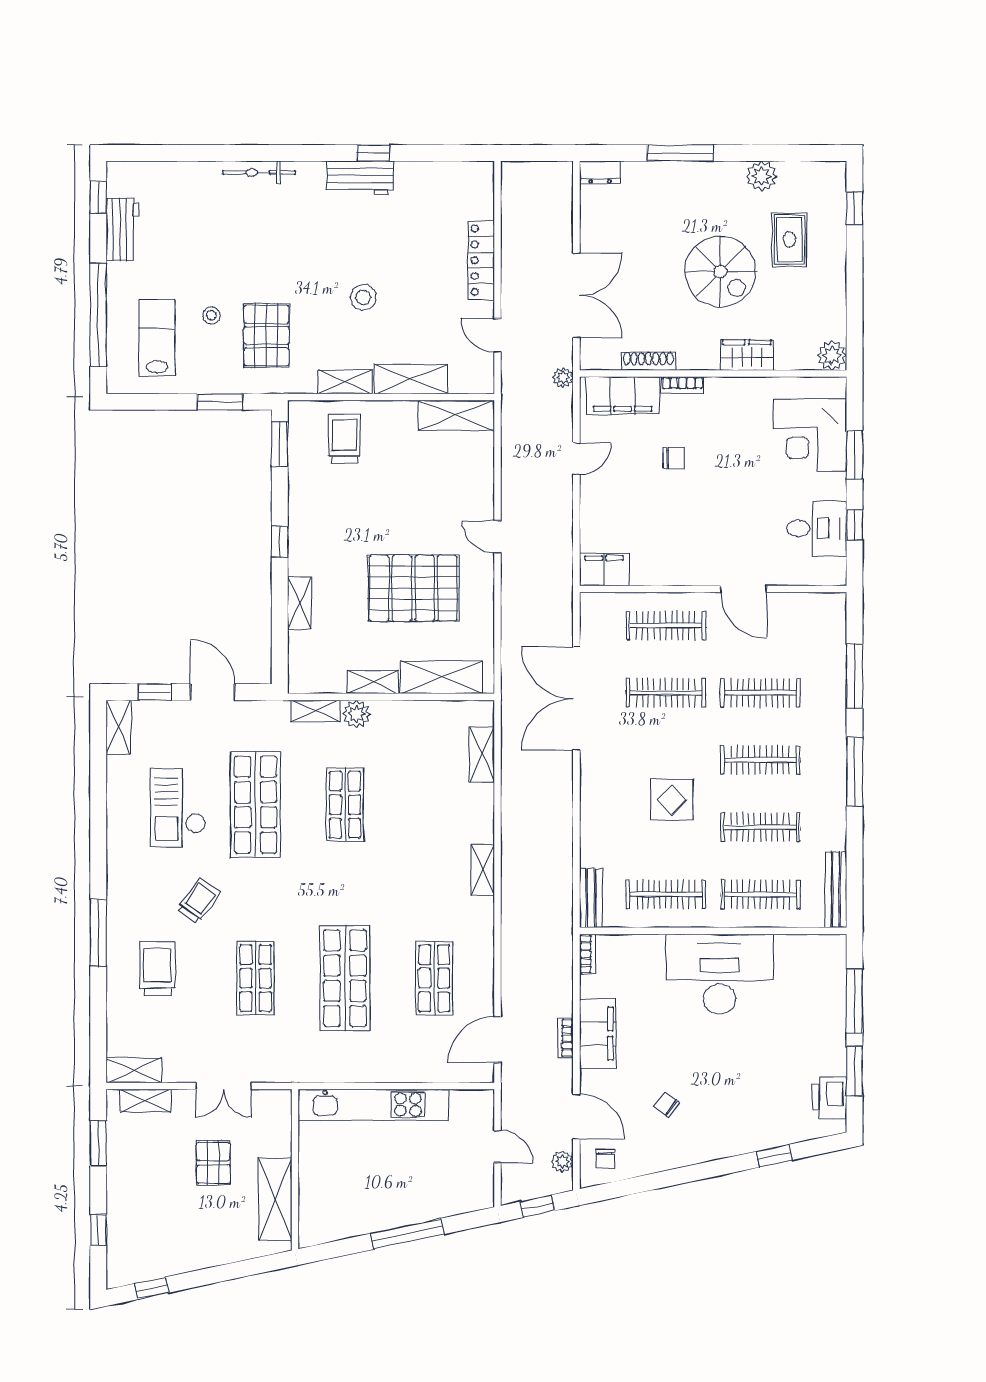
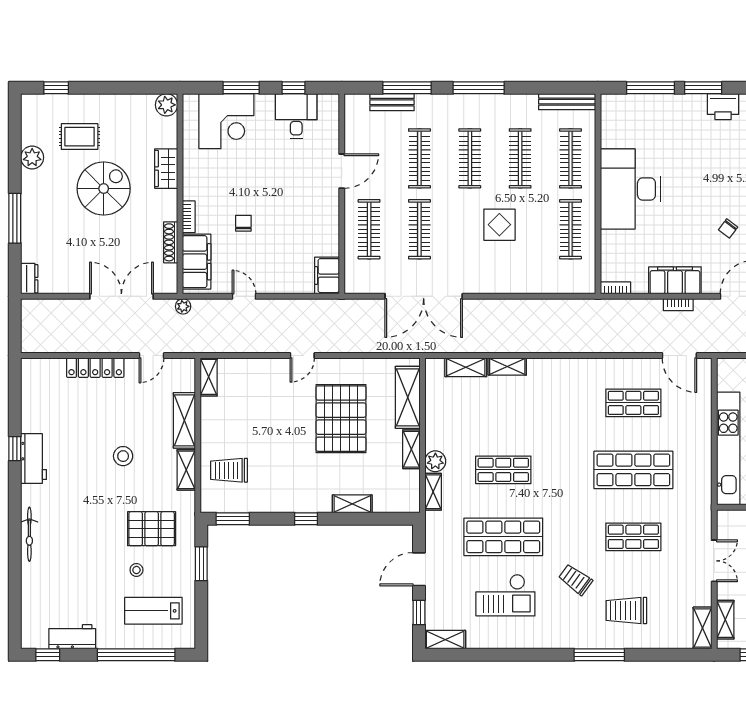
shelving: (456, 415) -> (209, 377), width x0.67, depth x0.75
shelving: (483, 870) -> (507, 366), moved
bench: (591, 898) -> (392, 102), moved

